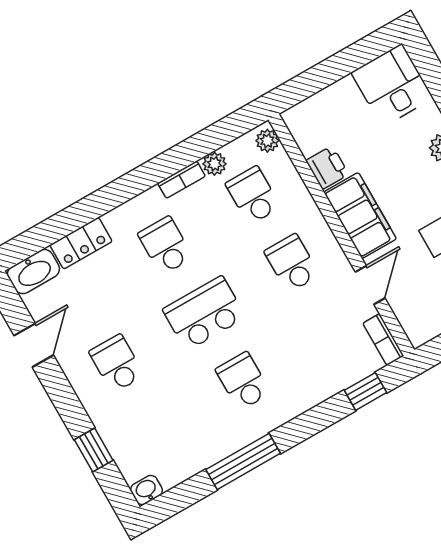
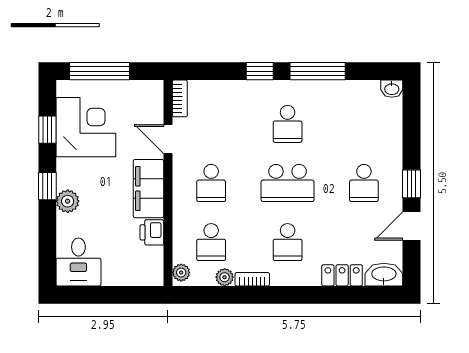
door: (370, 285) -> (168, 139), hinge flipped
window: (365, 391) -> (260, 71), moved
window: (94, 450) -> (411, 184), moved

